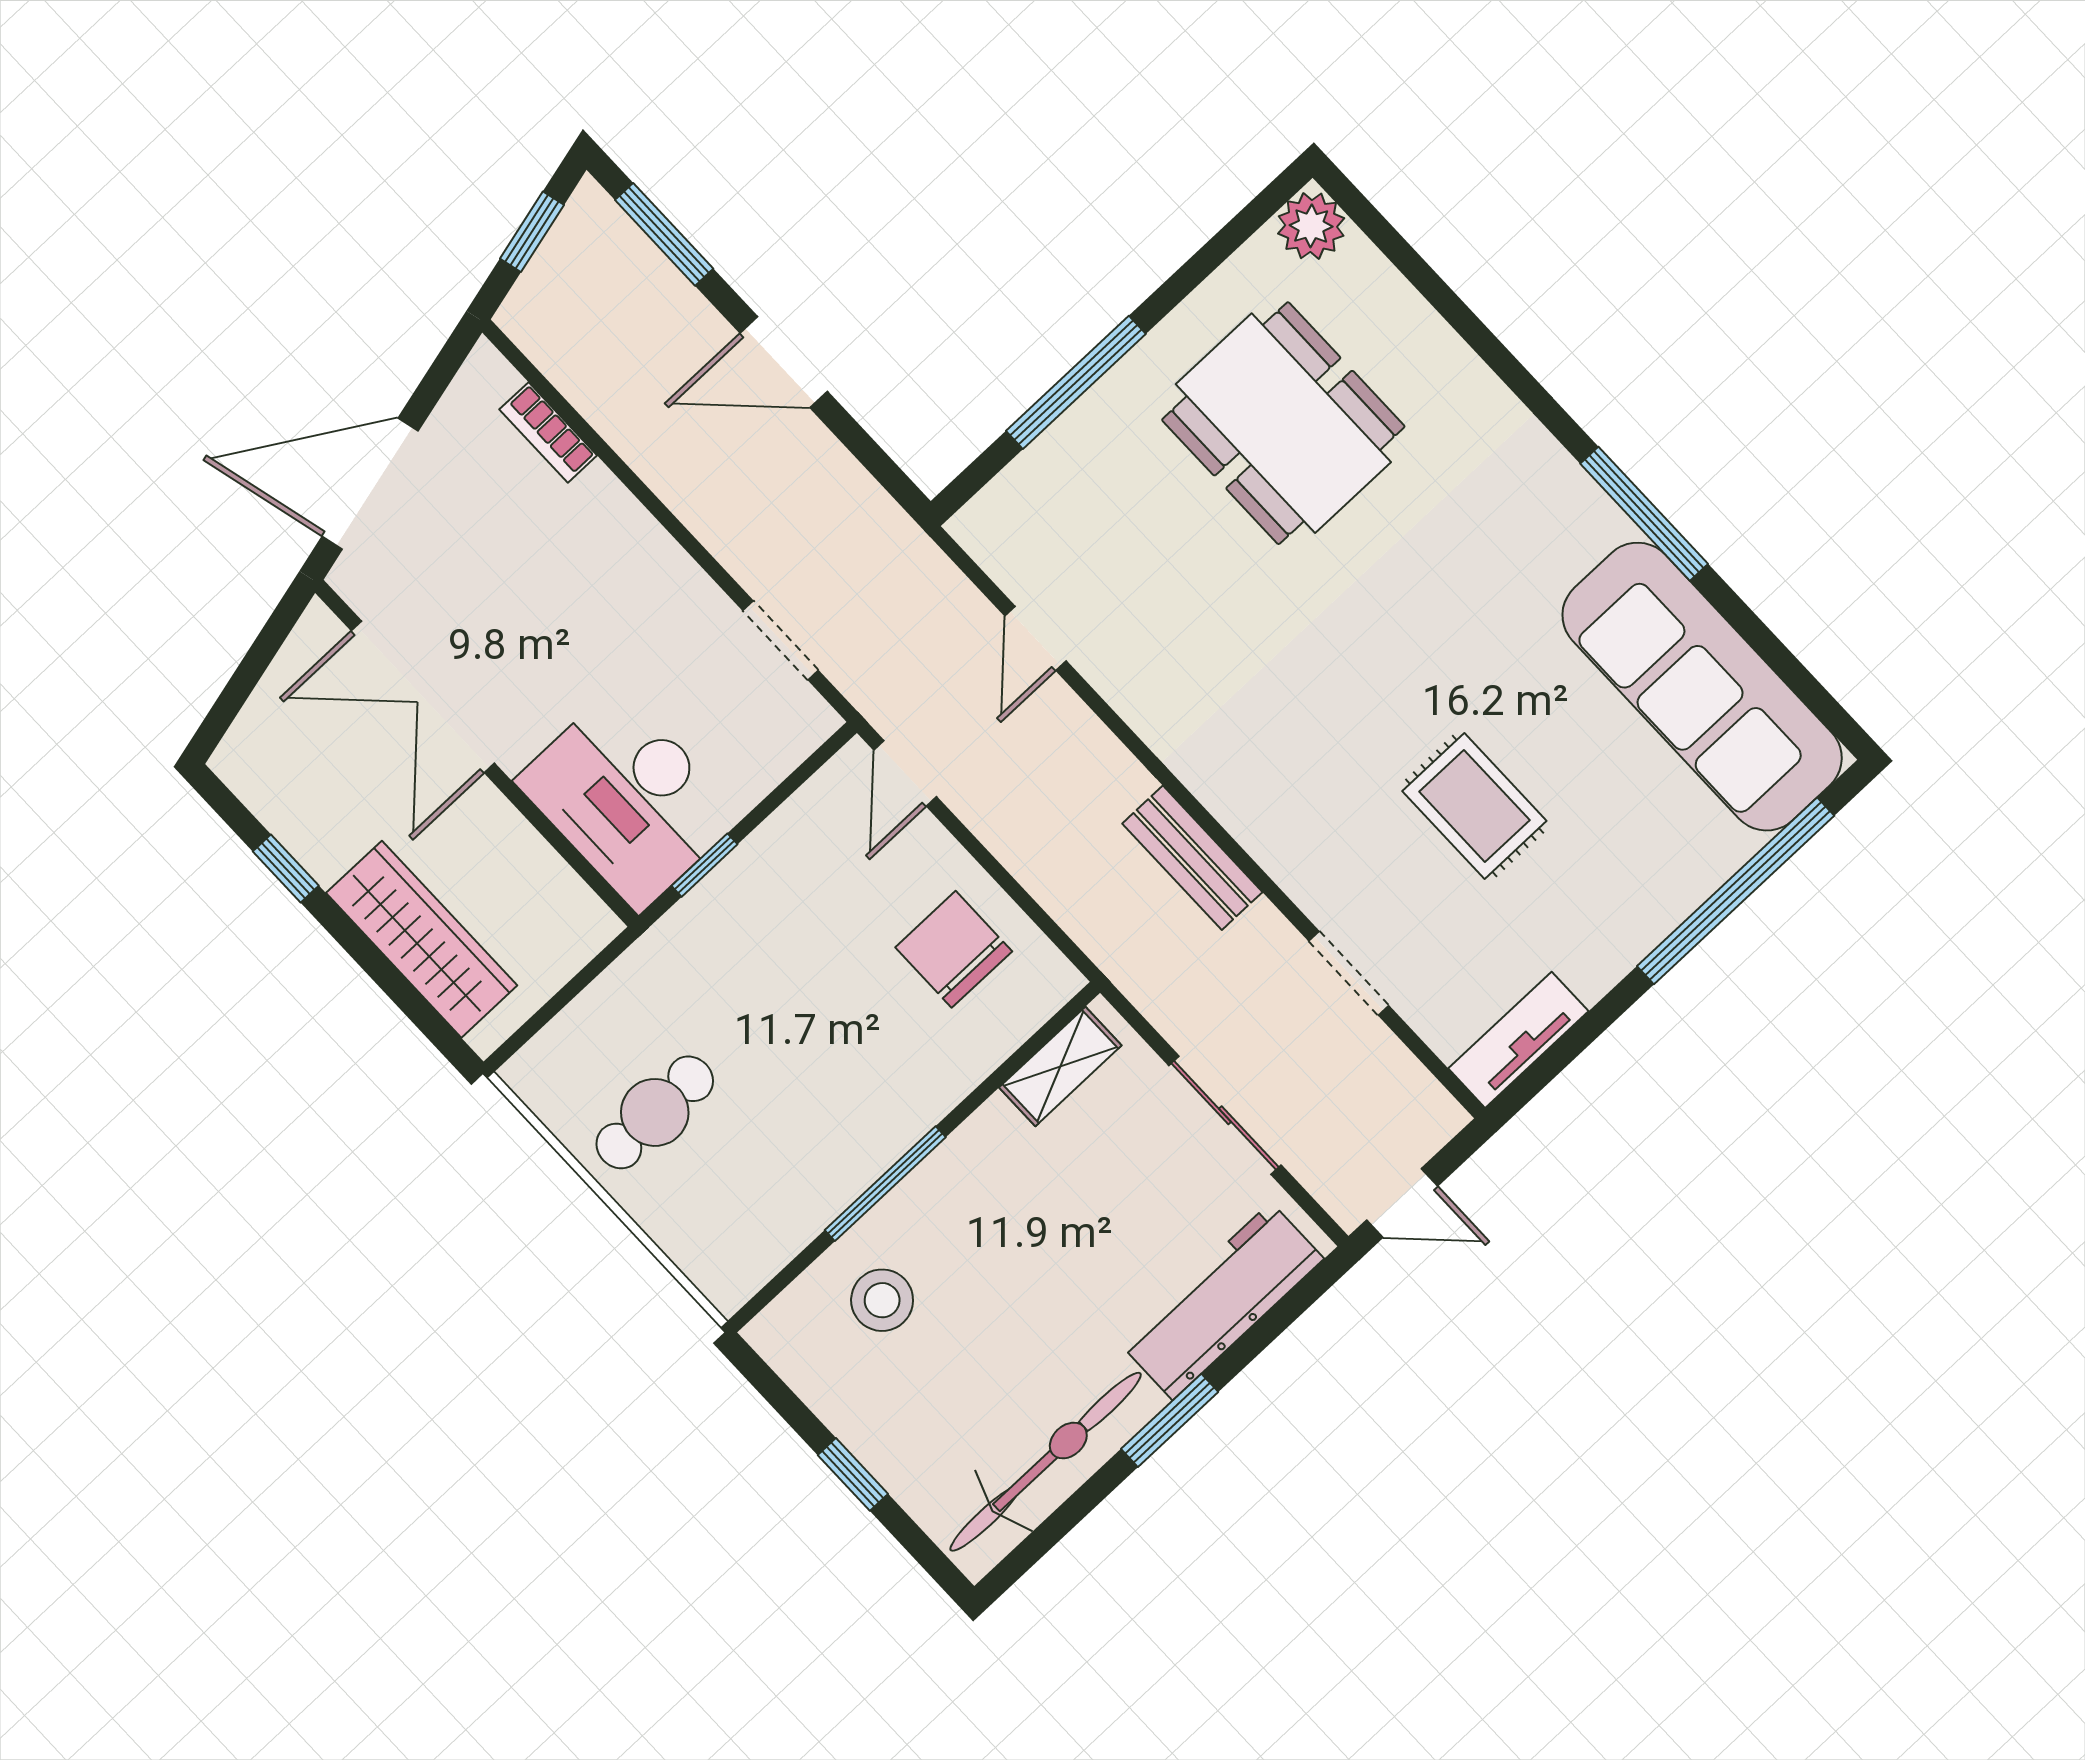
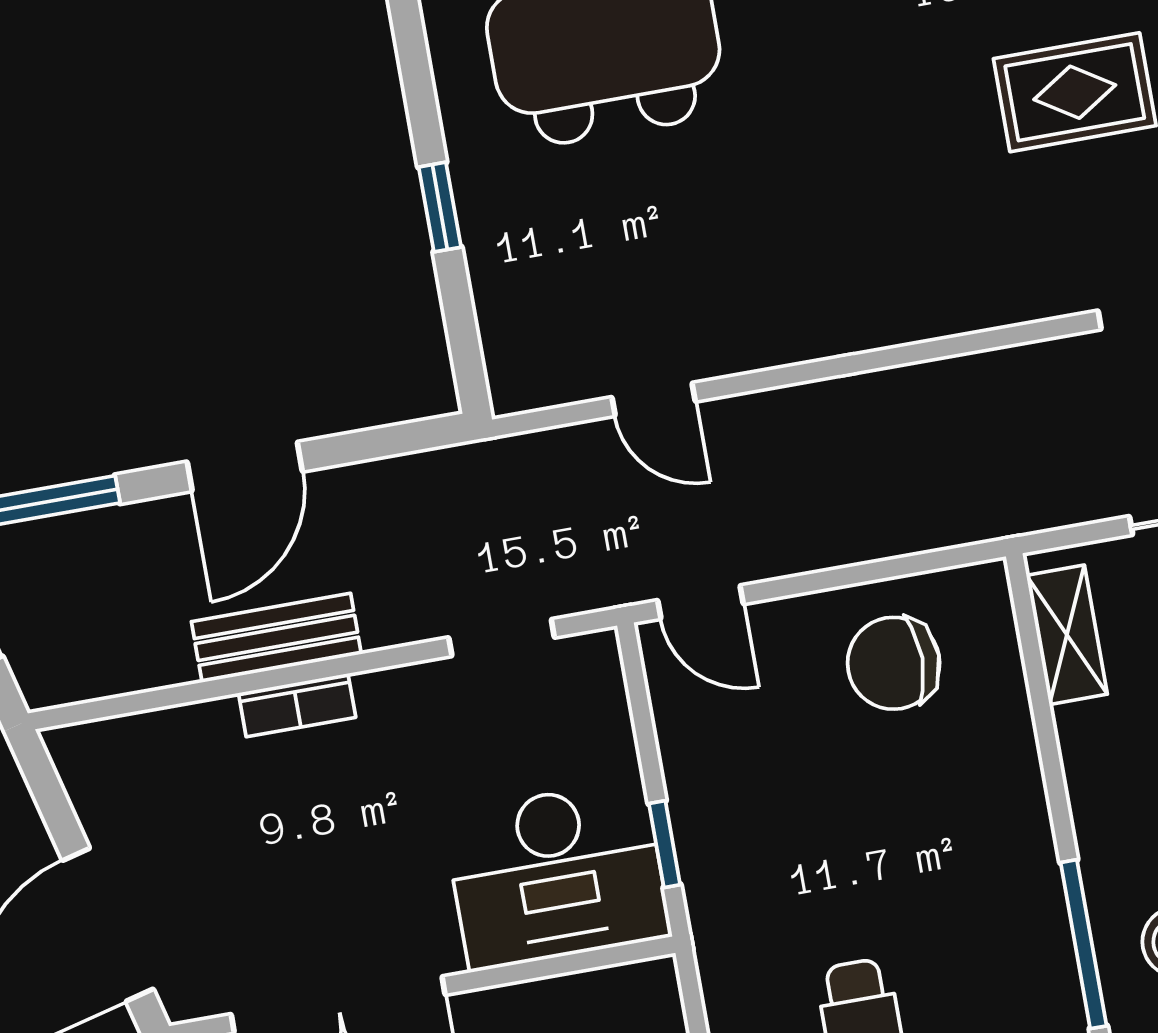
window: (1076, 382) -> (440, 207), width x0.46
bookcase: (548, 432) -> (297, 705), moved
bench: (1192, 858) -> (276, 638), moved
window: (885, 1184) -> (1084, 944), moved

